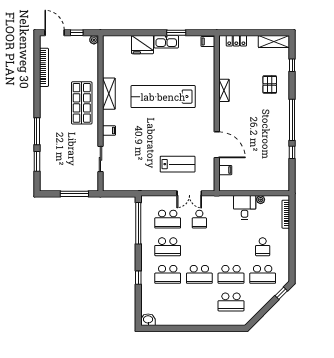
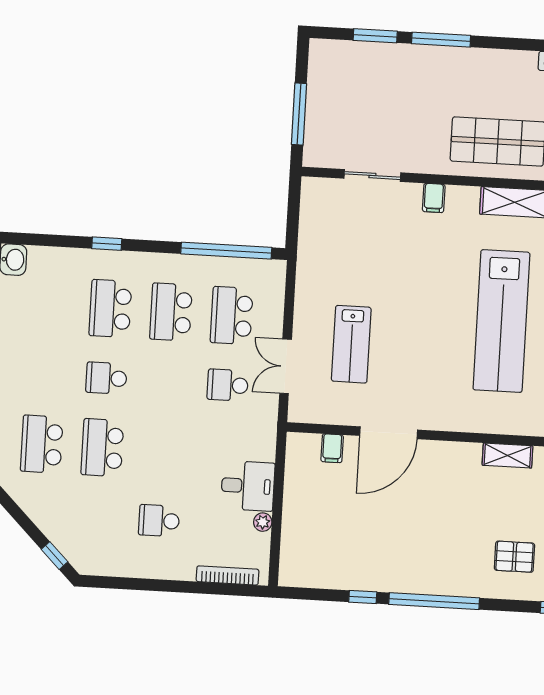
lab bench: (163, 97) -> (501, 321), turned 180
school desk: (199, 274) -> (106, 378), width x0.54
school desk: (263, 274) -> (98, 517), removed

